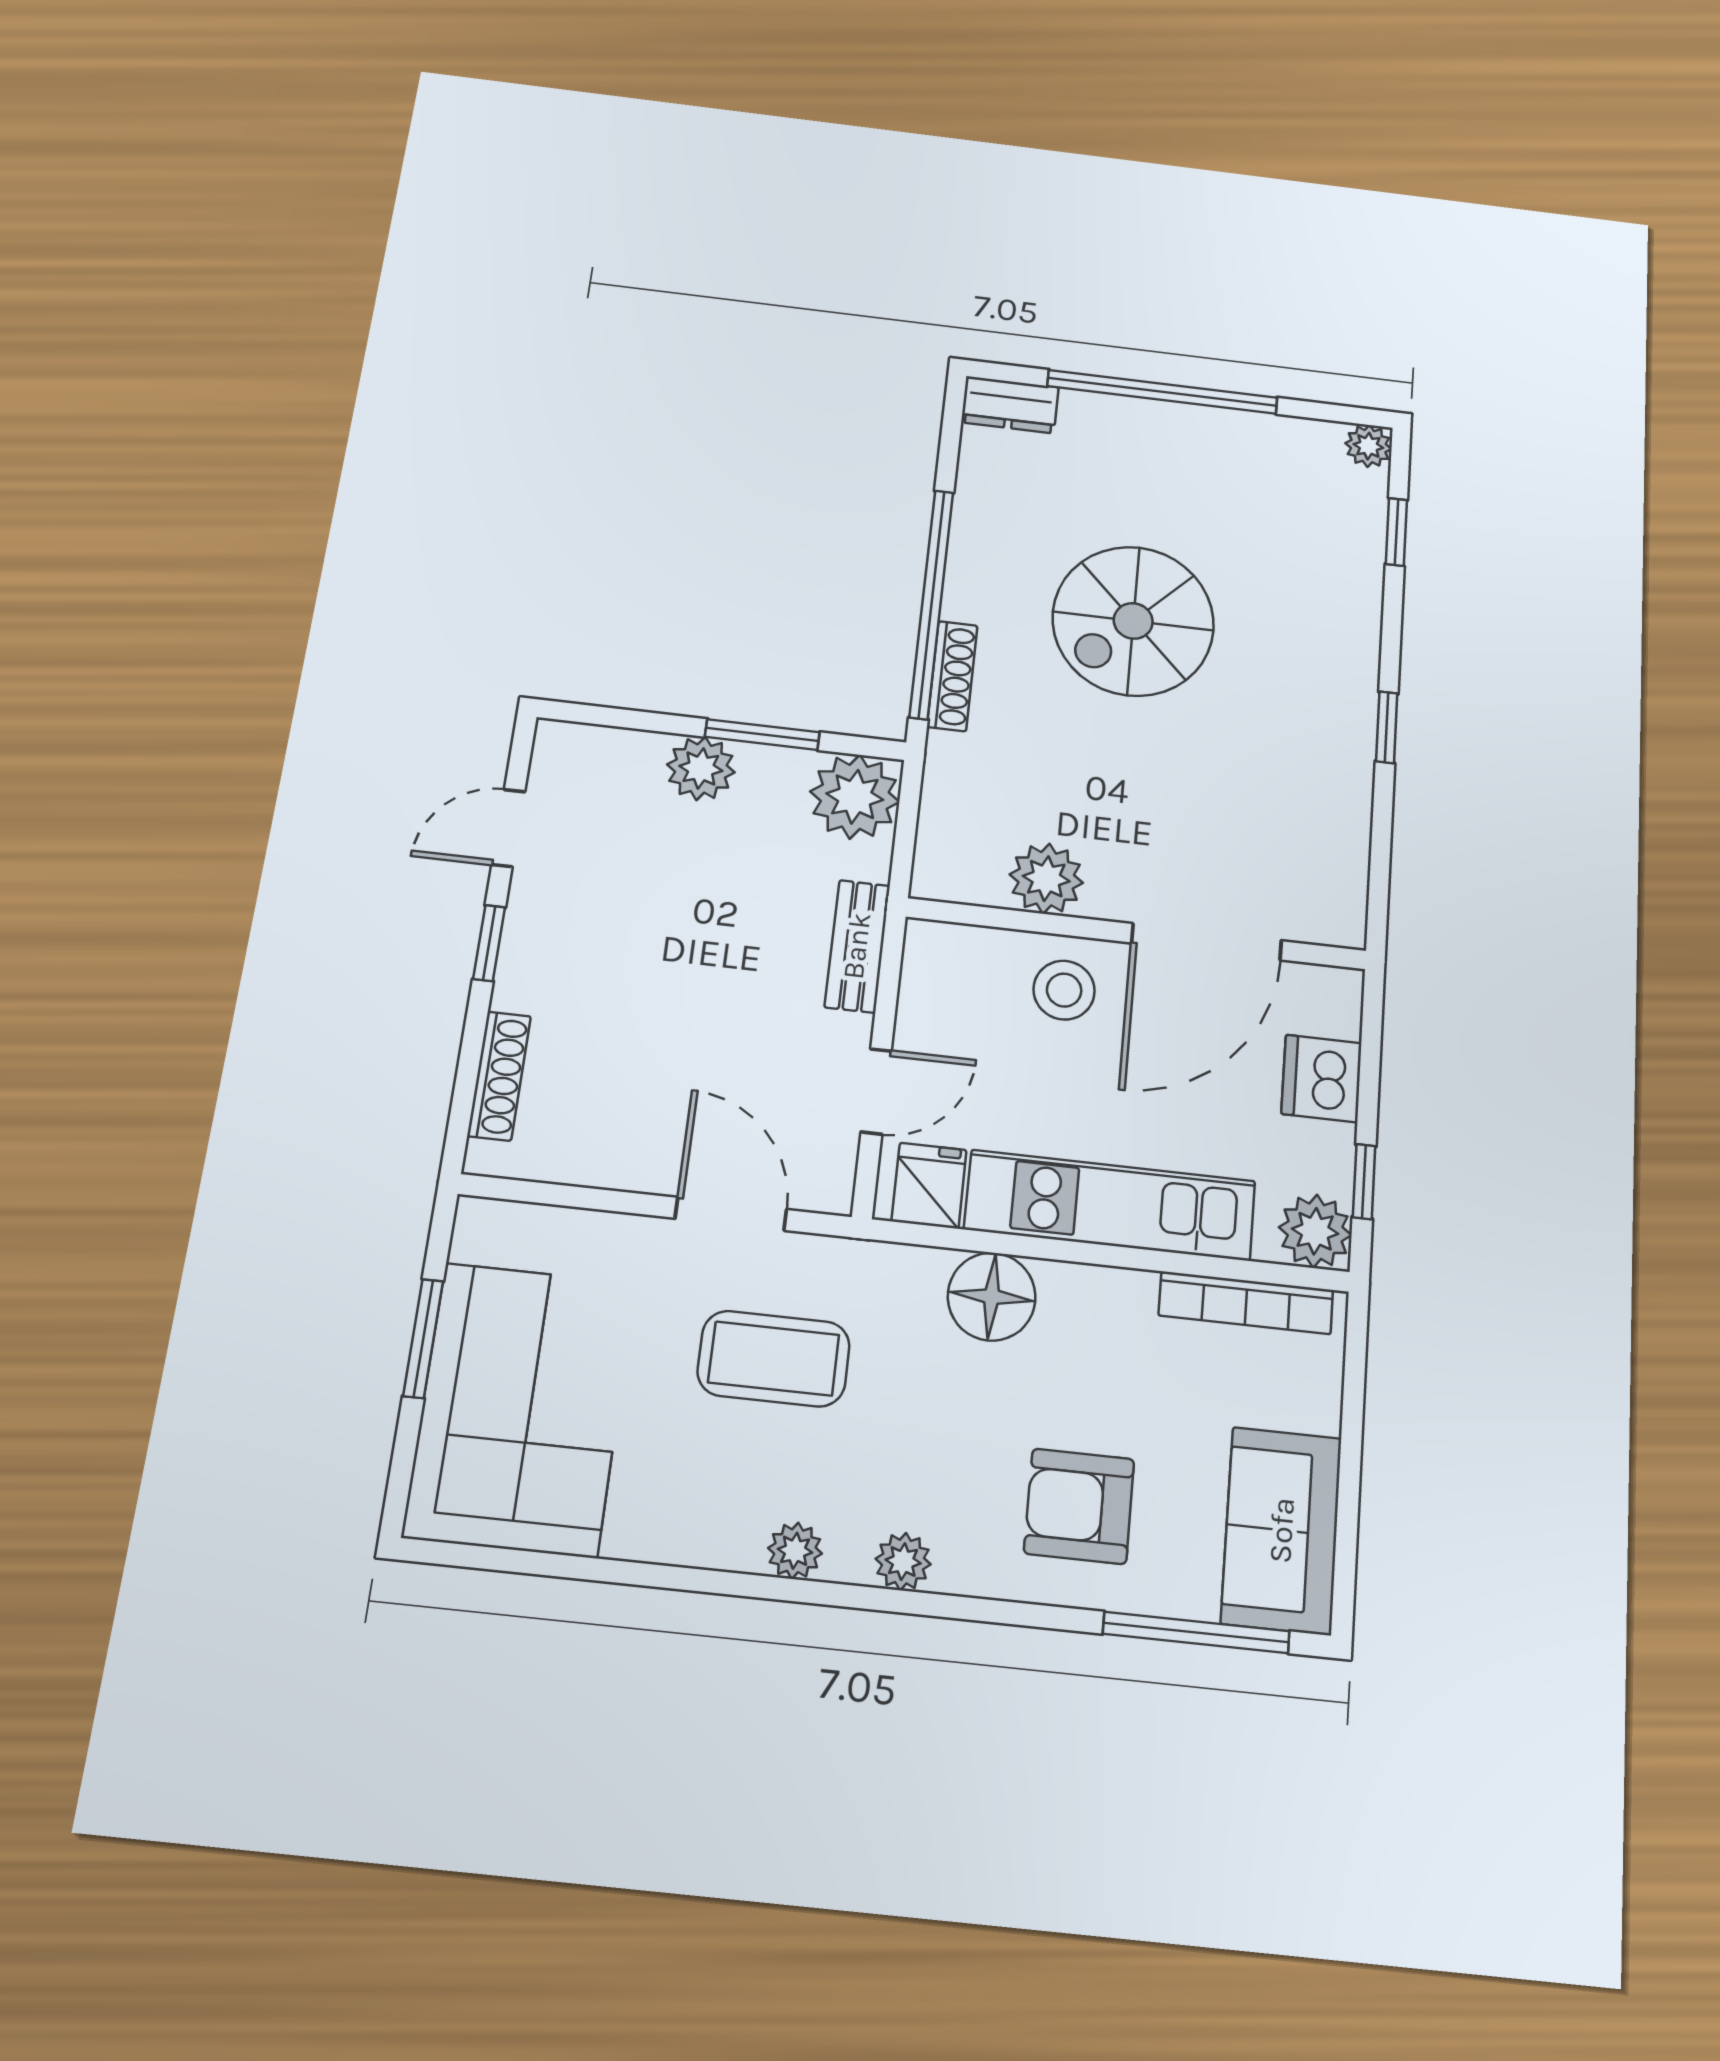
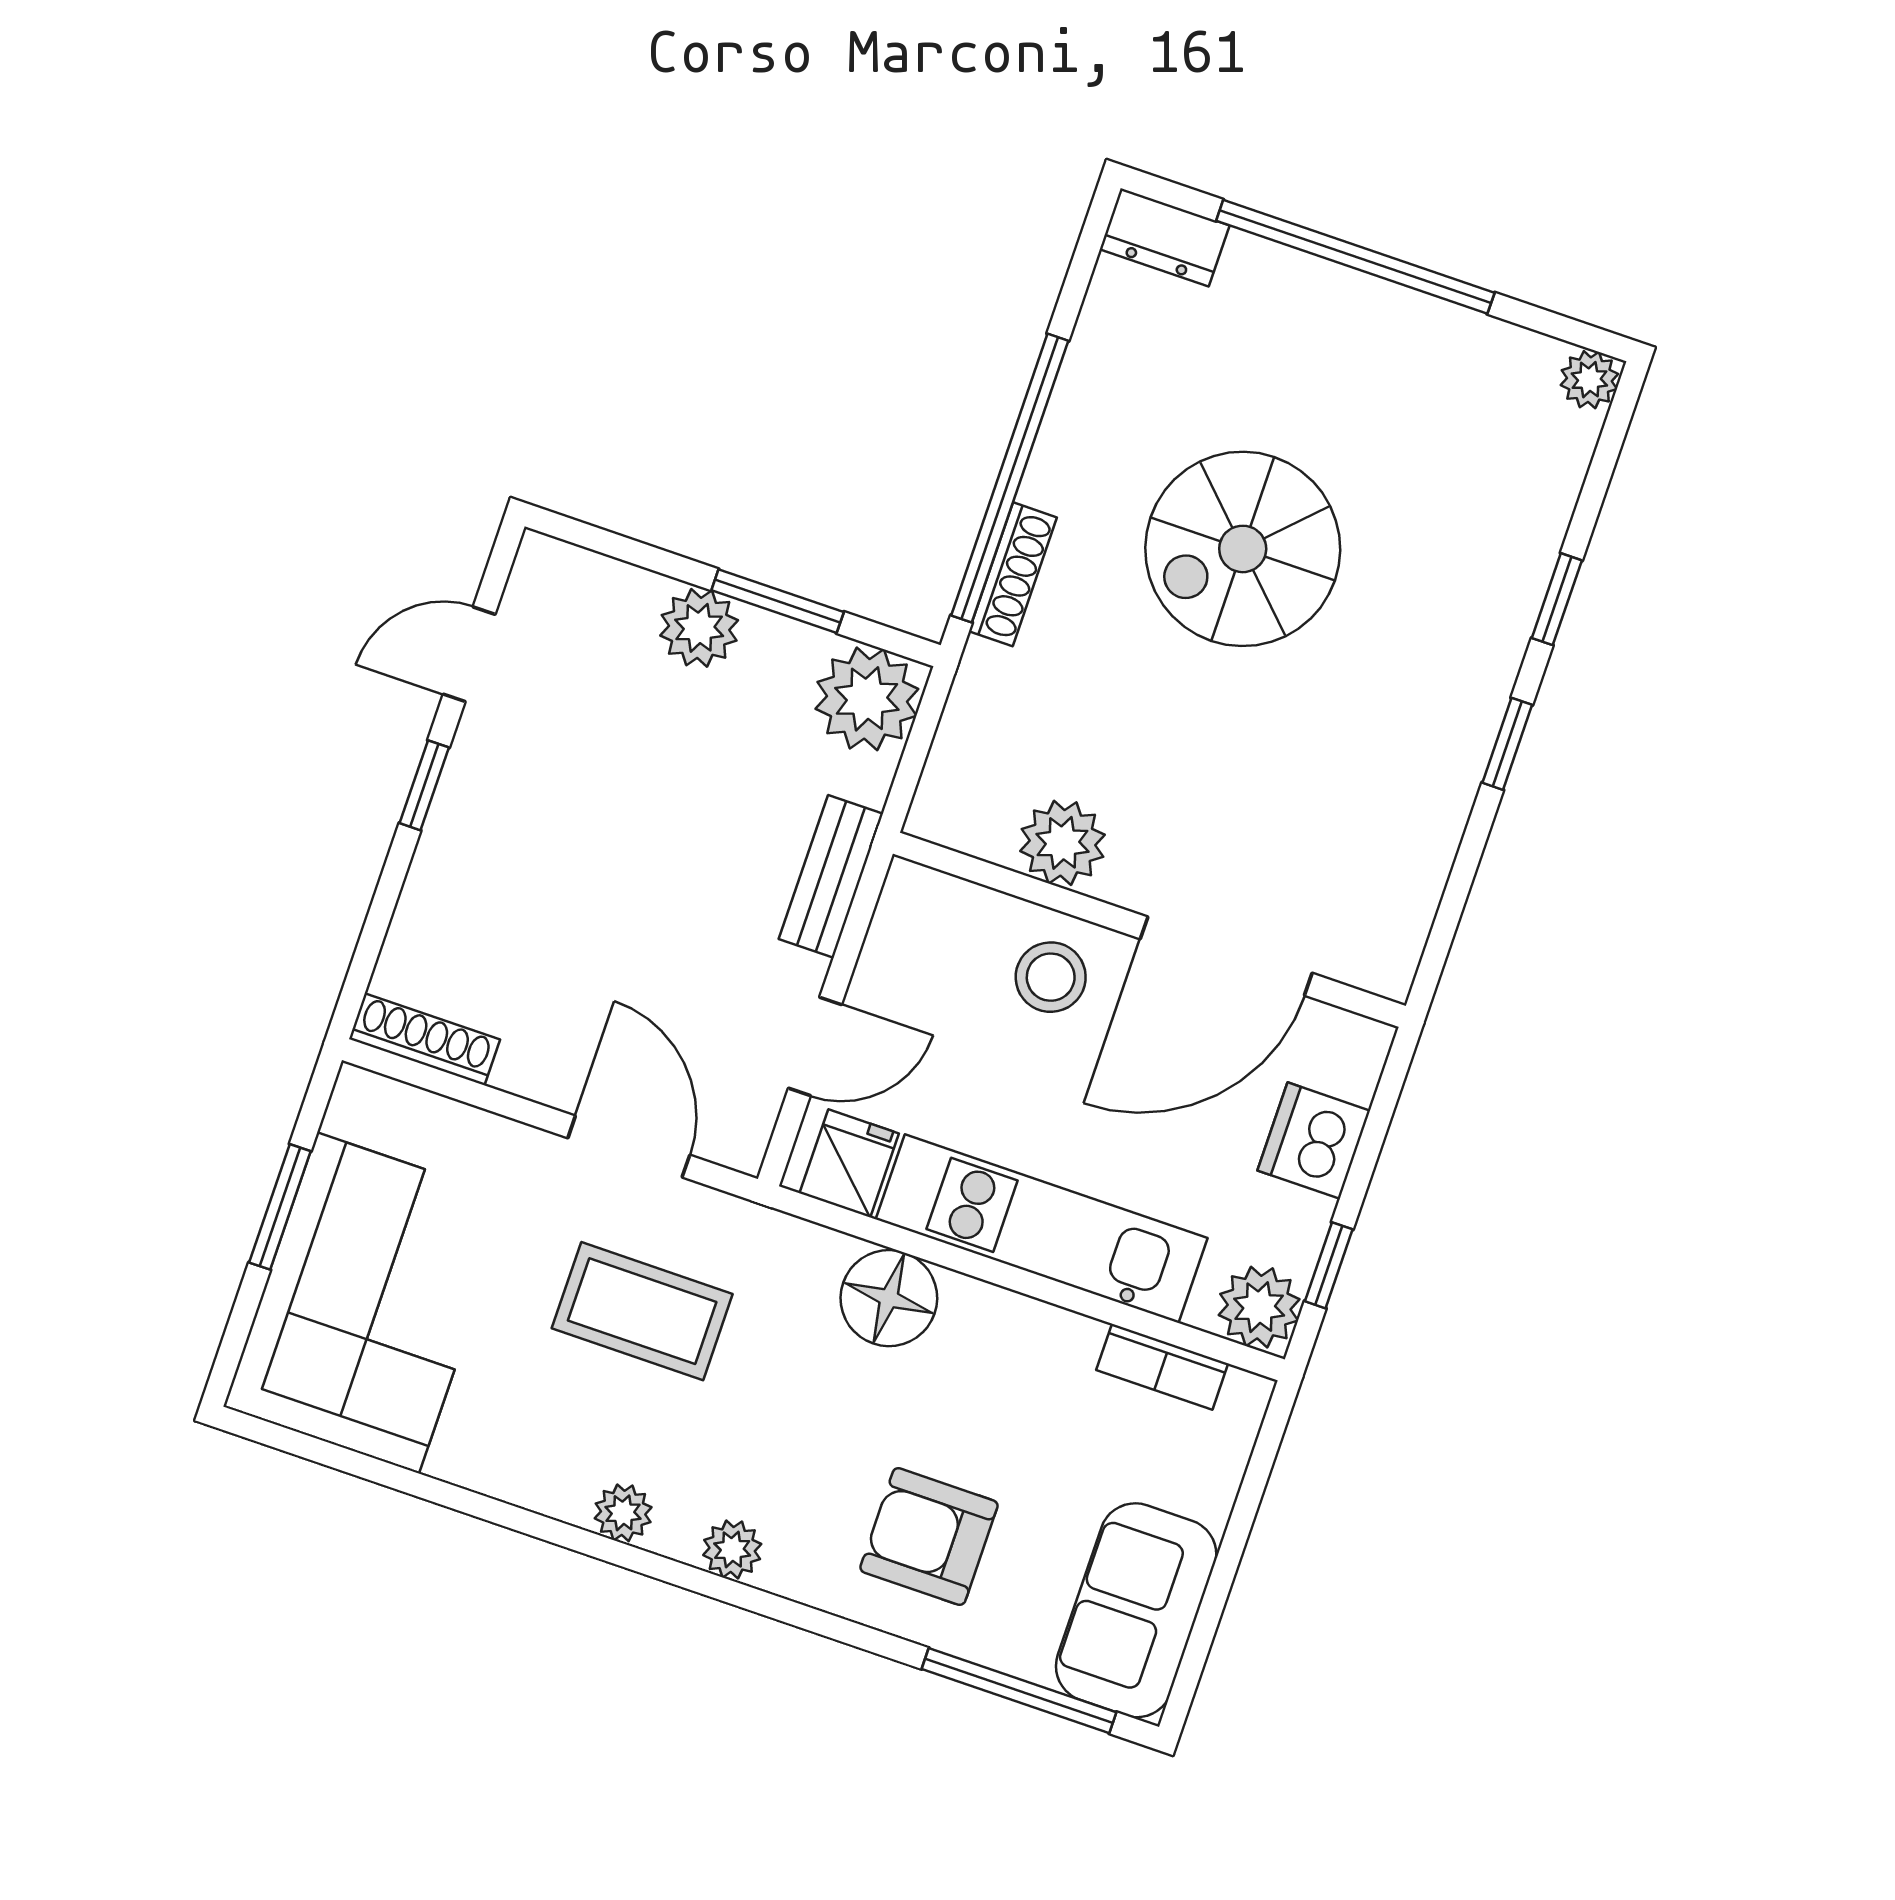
window: (1396, 532) -> (1557, 599), moved
shoe rack: (499, 1076) -> (424, 1039), moved, turned -90
bookcase: (1246, 1303) -> (1162, 1367), width x0.64

